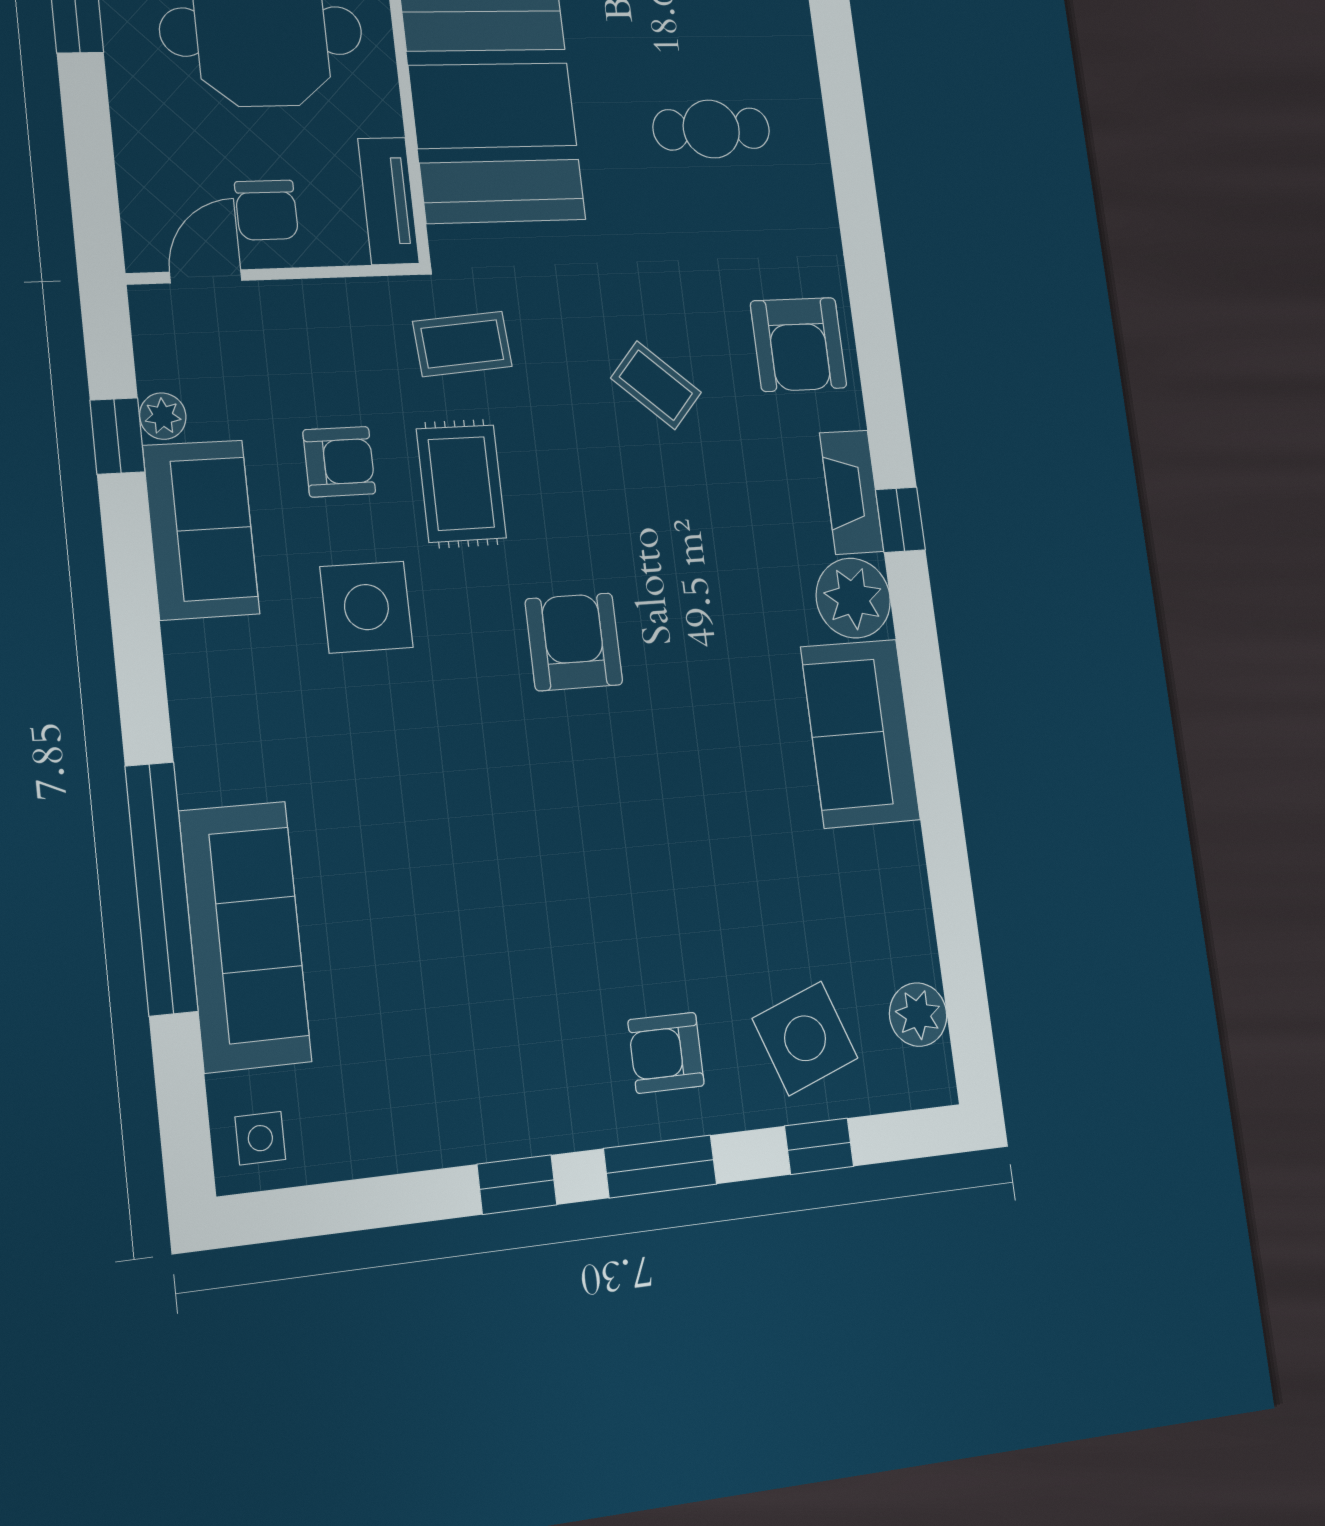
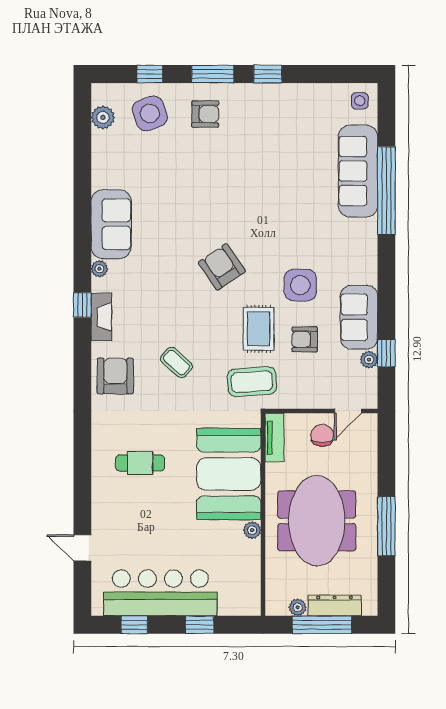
coffee table: (462, 344) -> (252, 382), width x1.36, depth x1.30
plant: (853, 598) -> (99, 269), width x0.53, depth x0.53
armchair: (574, 642) -> (222, 267), turned 146

